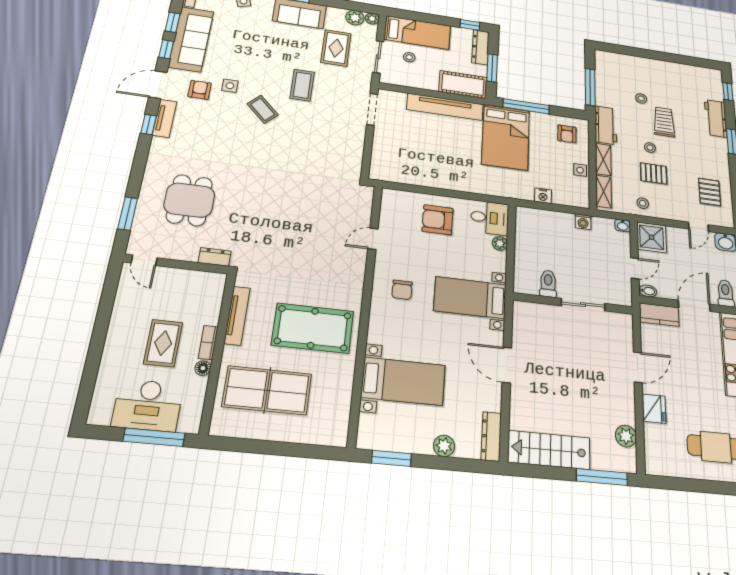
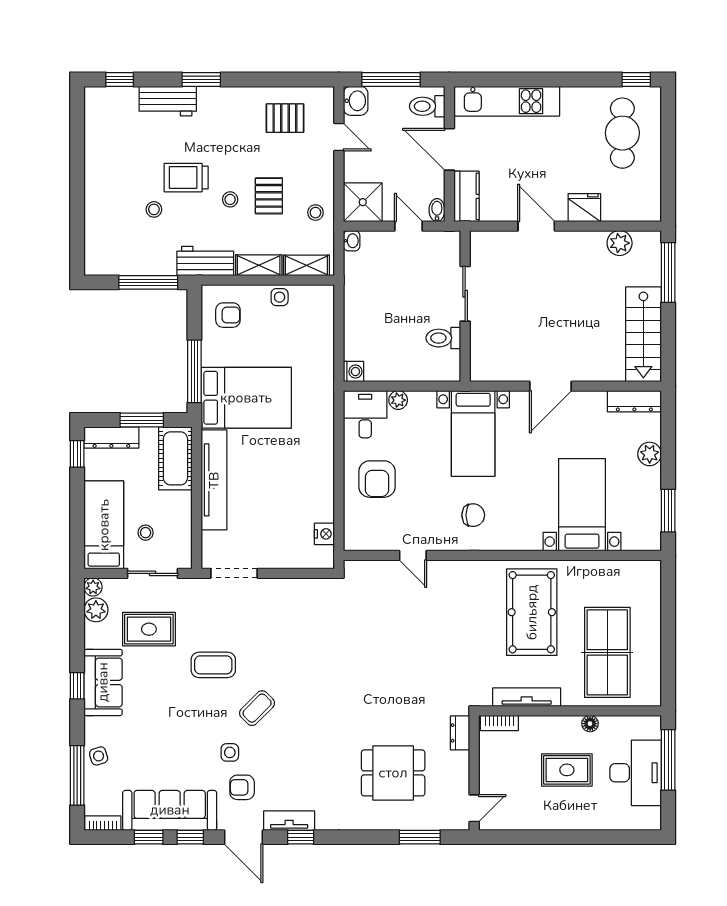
nightstand: (543, 196) -> (324, 534), moved
washing machine: (583, 222) -> (353, 372), moved
bookcase: (208, 343) -> (499, 723), moved

